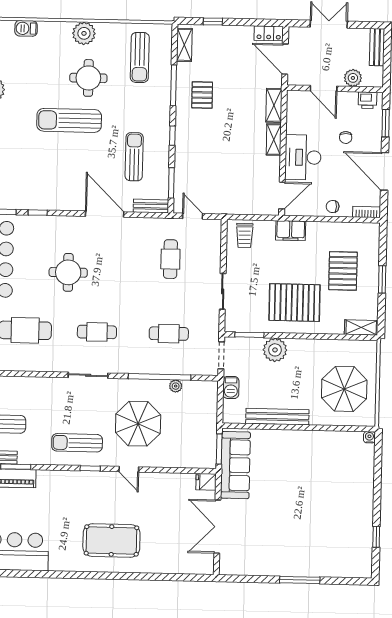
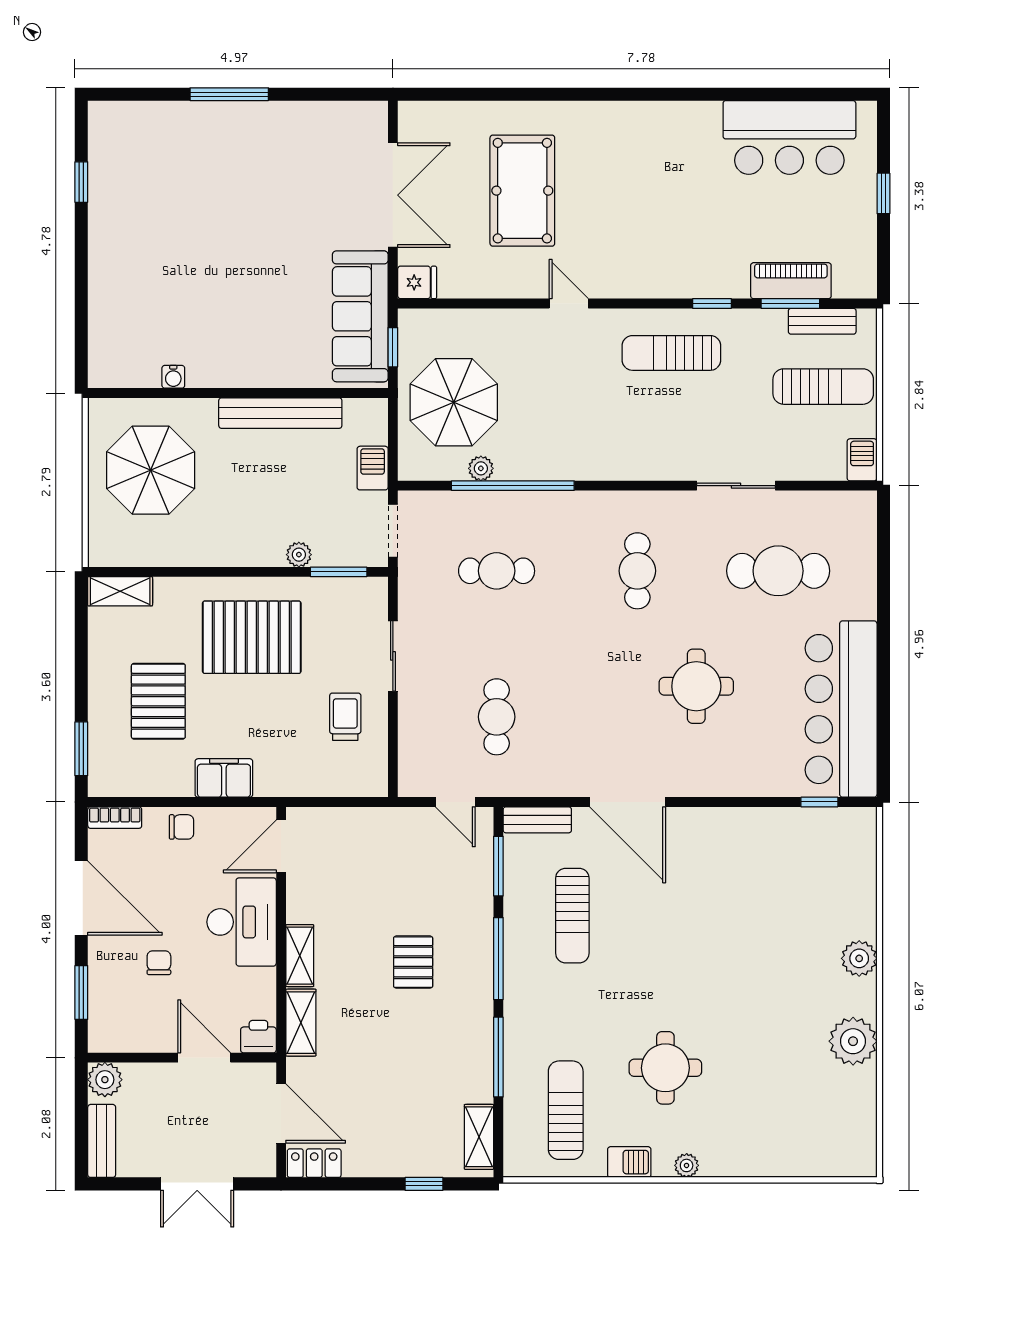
barbecue: (26, 28) -> (629, 1162), moved
plant: (84, 33) -> (687, 1165), width x0.53, depth x0.53
plant: (353, 78) -> (105, 1080), moved
pallet: (202, 95) -> (413, 962), moved
printer: (368, 100) -> (258, 1037), moved
sun lounger: (69, 120) -> (701, 984), removed
window: (172, 136) -> (498, 959), width x2.17
window: (38, 213) -> (759, 802), removed
filing cabinet: (291, 231) -> (224, 778), moved
trolley: (245, 235) -> (345, 717), moved
window: (382, 279) -> (81, 749), moved
cafe table: (97, 332) -> (637, 571), turned 90
plant: (275, 350) -> (299, 555), width x0.53, depth x0.53
sliding door: (88, 375) -> (736, 486), moved
parasol: (138, 424) -> (454, 402), moved
water cooler: (369, 437) -> (173, 377), moved
sun lounger: (77, 443) -> (671, 353), turned 180
window: (219, 449) -> (393, 347), width x0.67
window: (90, 468) -> (712, 303), moved
pool table: (111, 540) -> (522, 191), moved, turned 90

